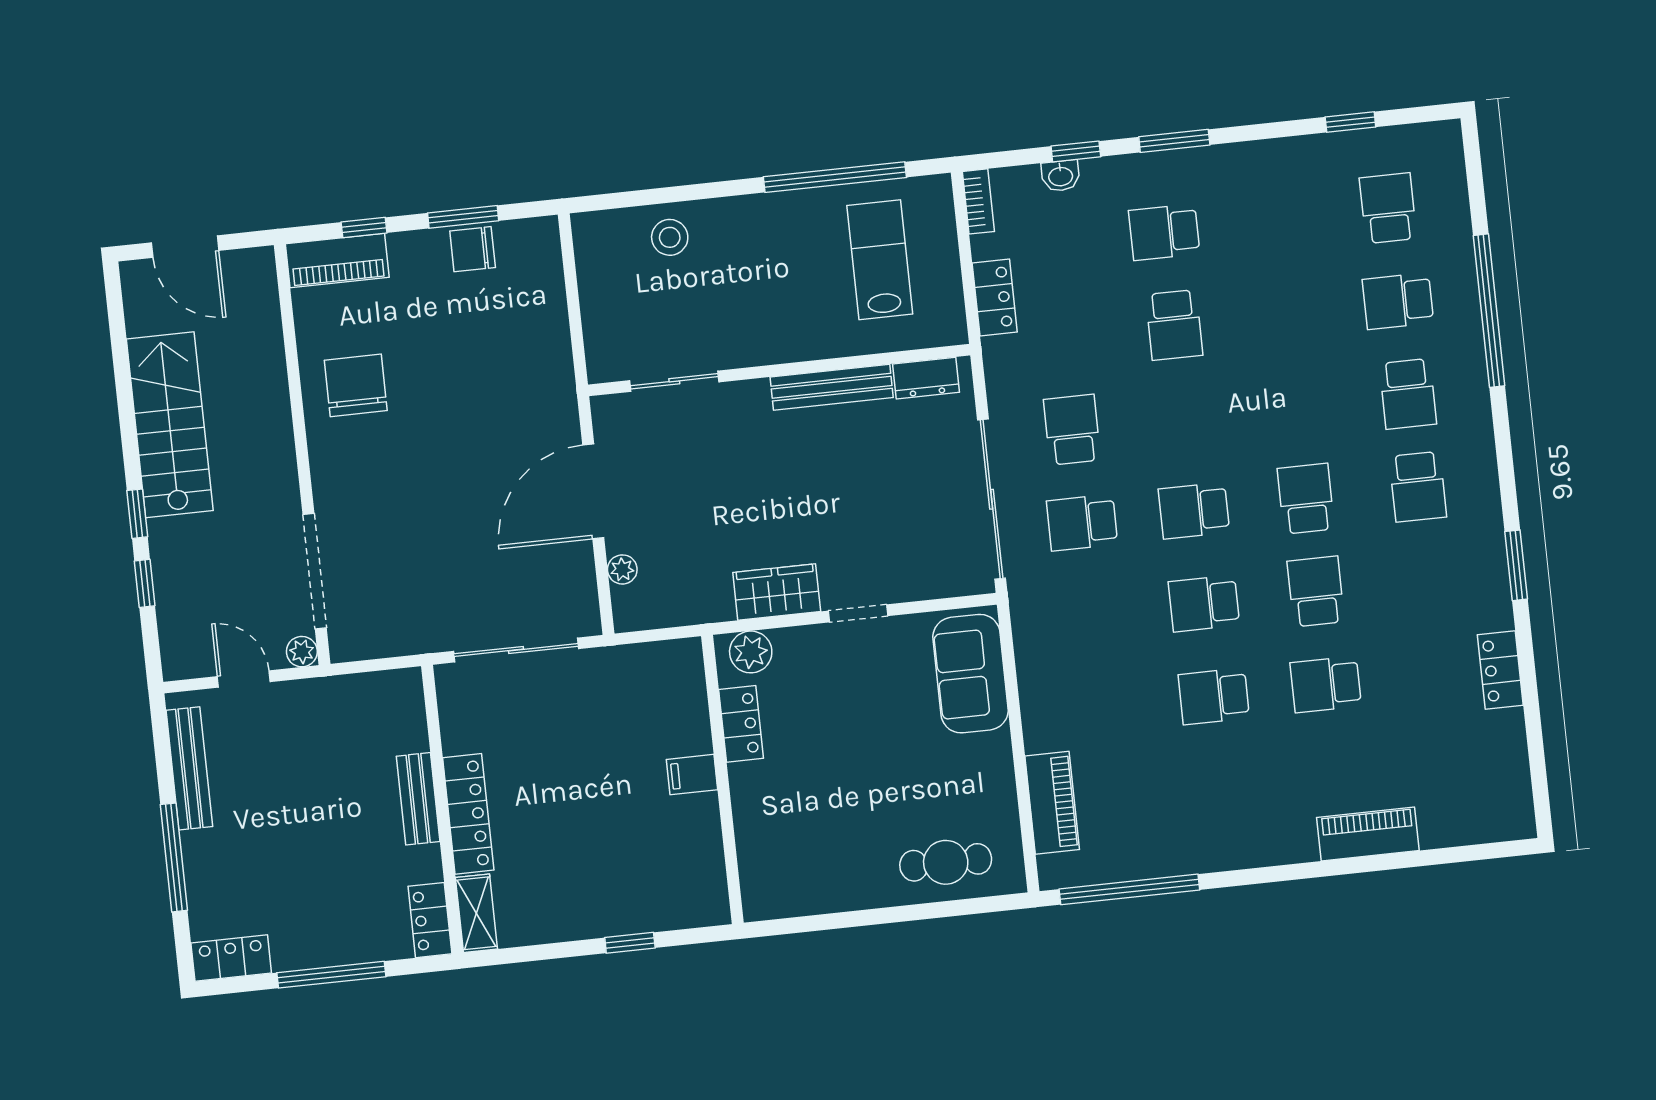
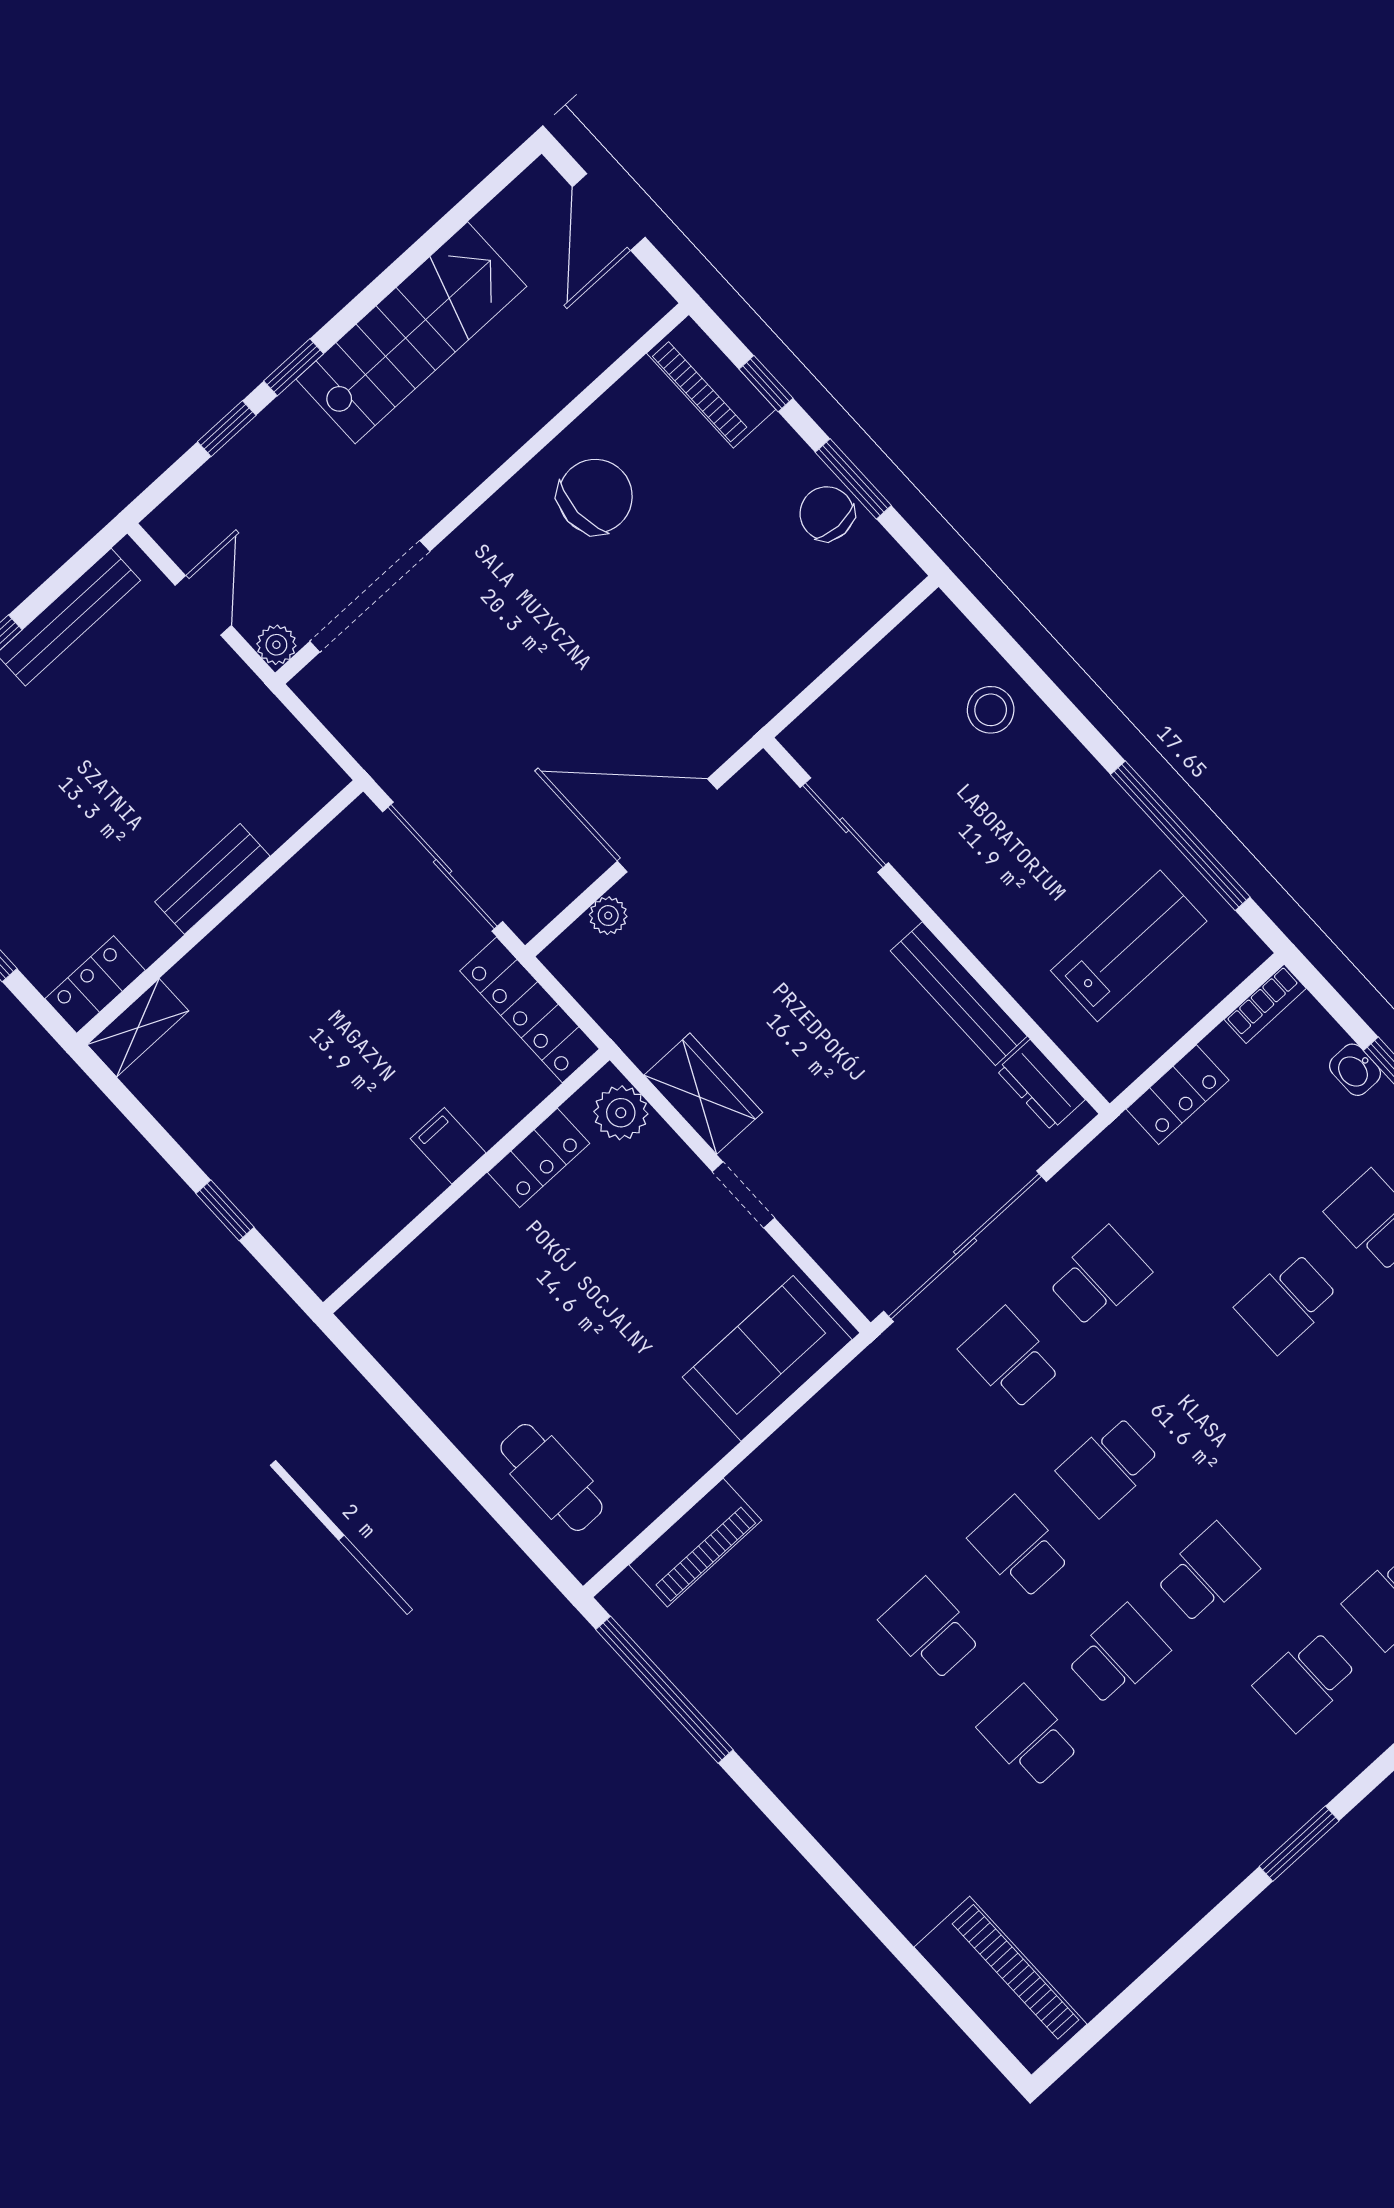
school desk: (1194, 511) -> (1109, 1466), turned -90
locker: (1500, 670) -> (1178, 1908), removed
locker: (468, 814) -> (529, 1010), moved, turned 90
piano: (1368, 834) -> (1000, 1986), moved, width x1.37, depth x1.33

